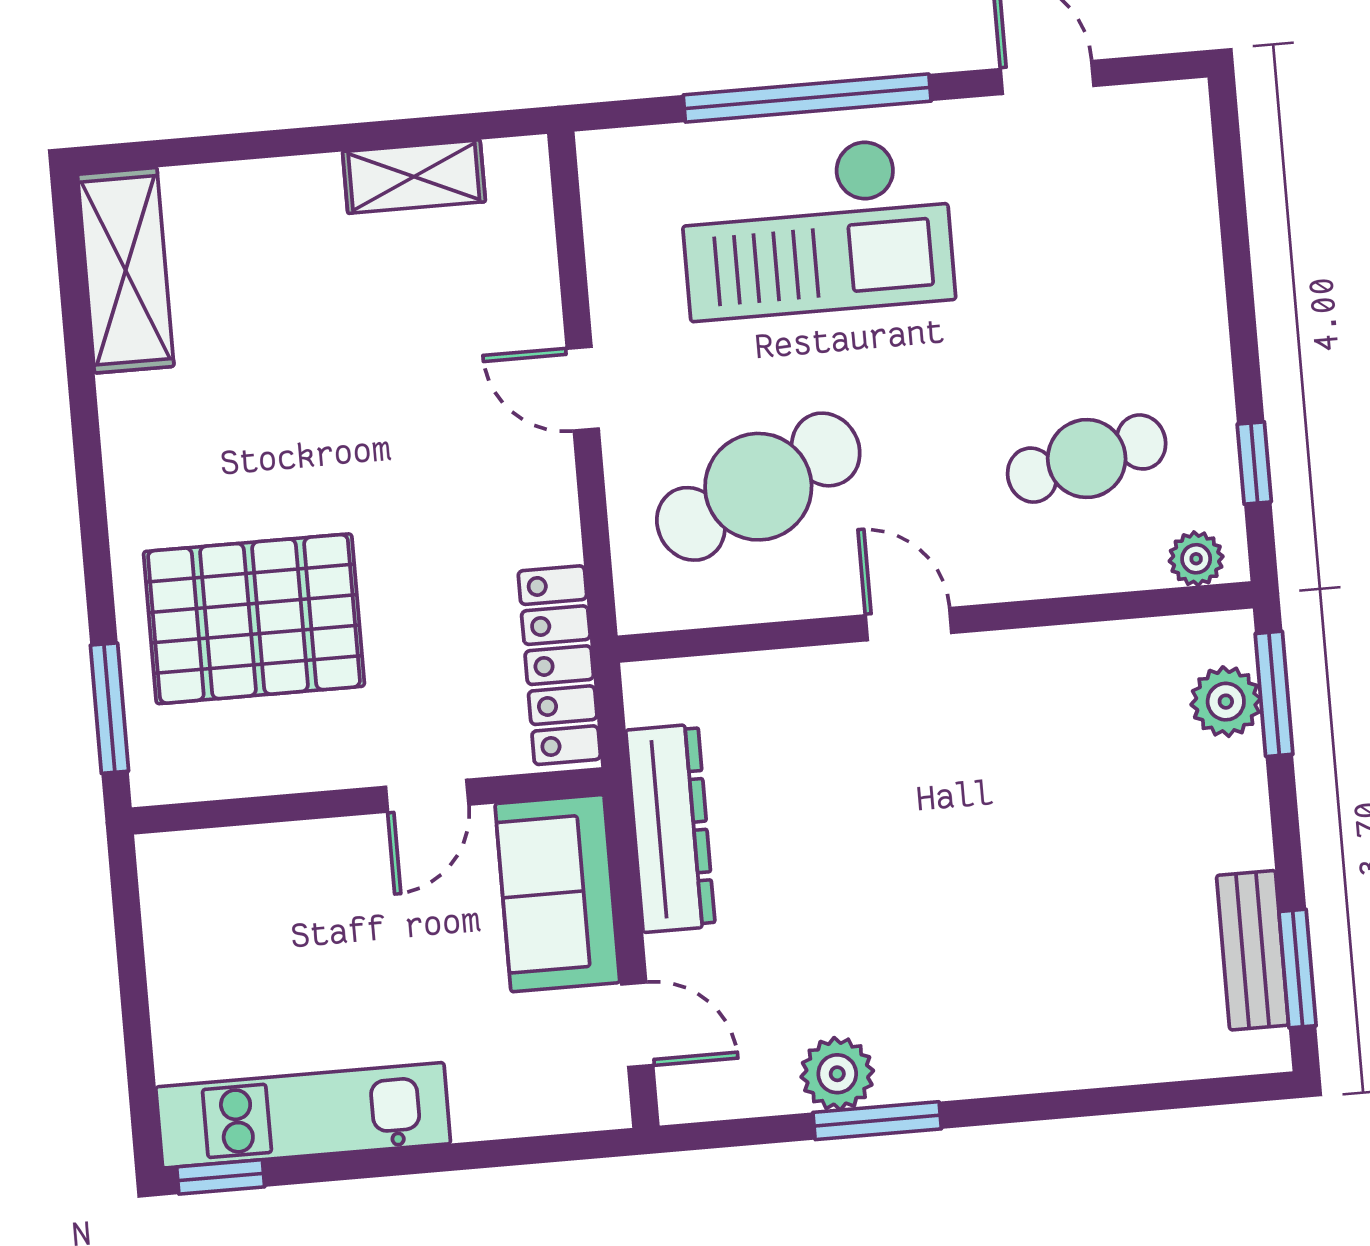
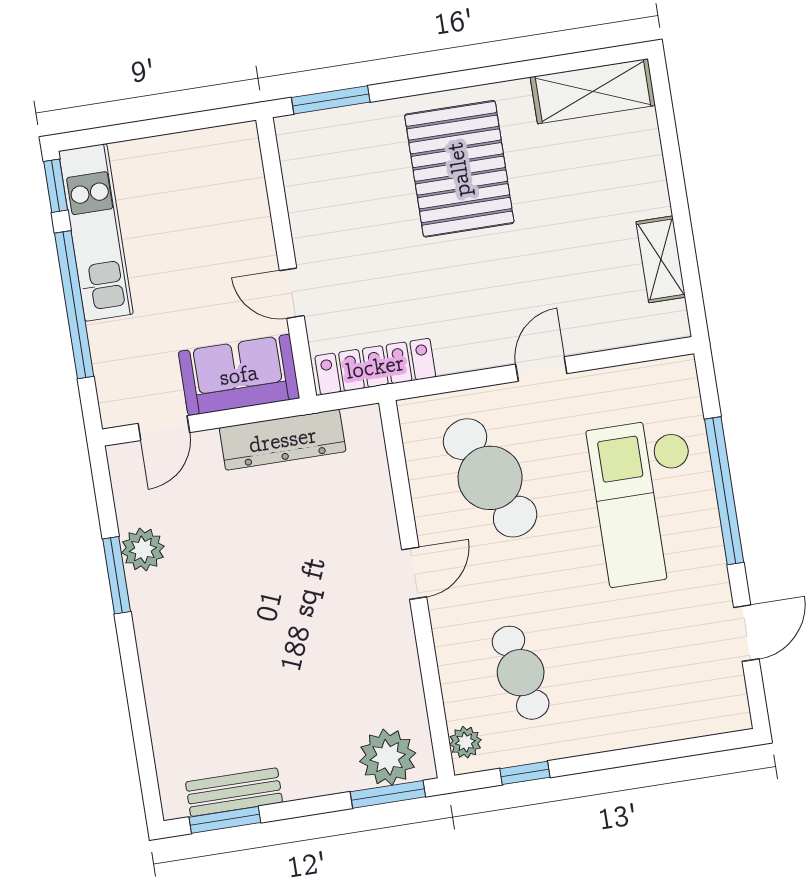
pallet: (254, 619) -> (459, 169), moved
plant: (1226, 702) -> (388, 757), width x1.36, depth x1.36
window: (421, 1160) -> (74, 305), added

